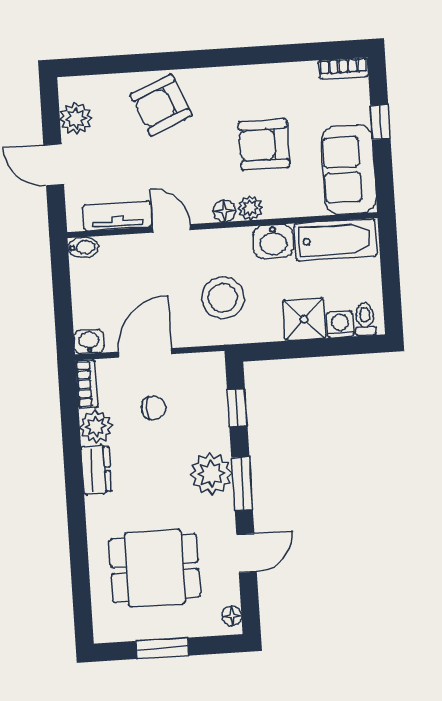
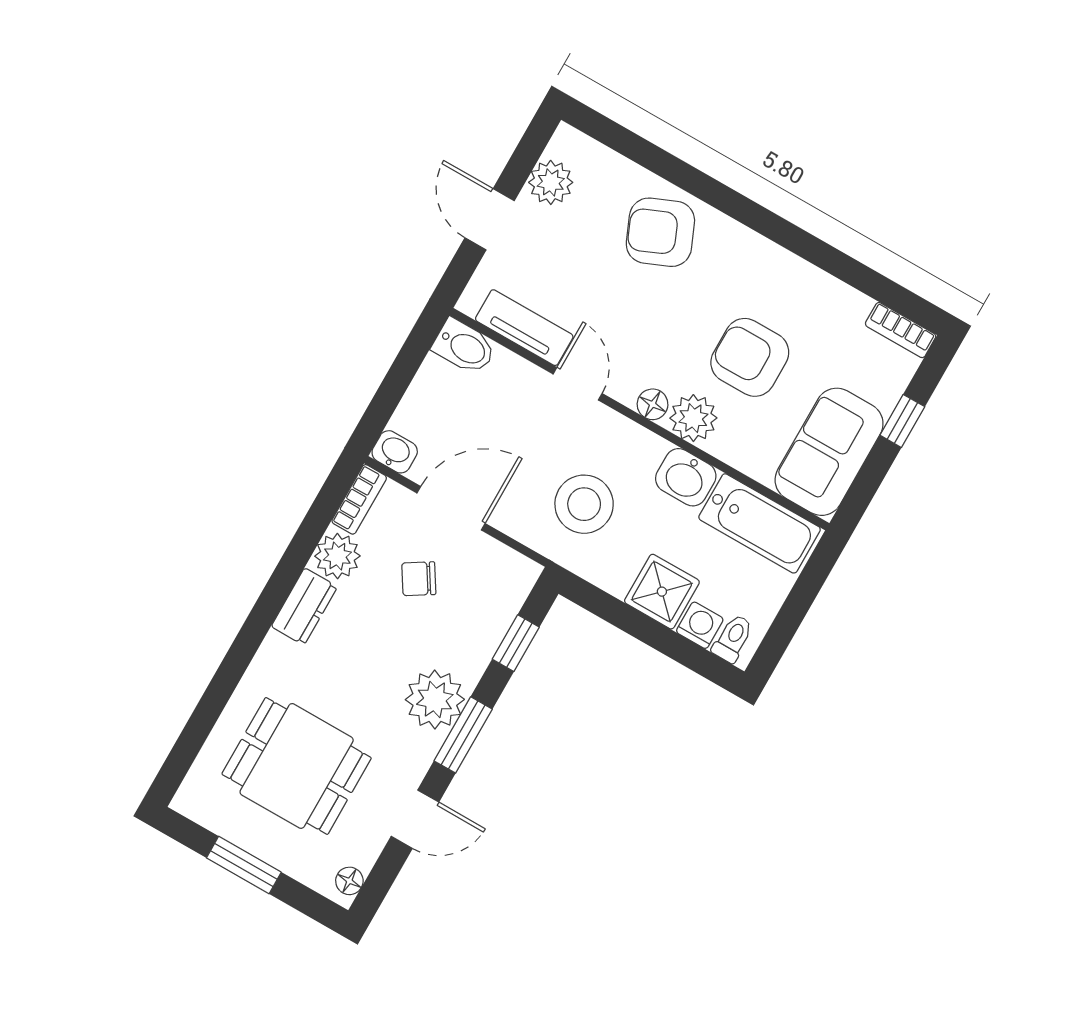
plant: (250, 208) -> (693, 418), width x1.38, depth x1.38
bidet: (83, 247) -> (464, 347), width x1.38, depth x1.36
chair: (154, 408) -> (419, 579), turned 148

